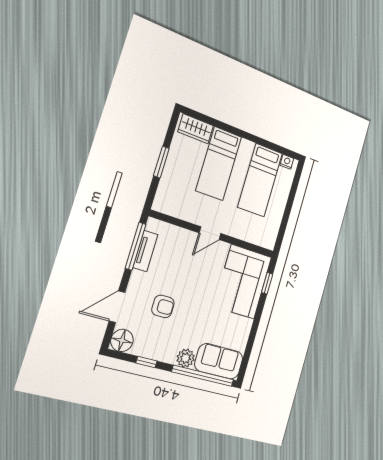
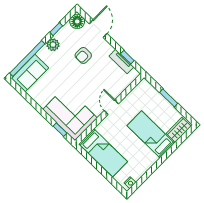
bed: (260, 180) -> (103, 153), moved, turned 180
window: (136, 246) -> (127, 57), width x0.46
plant: (186, 358) -> (53, 45), moved

